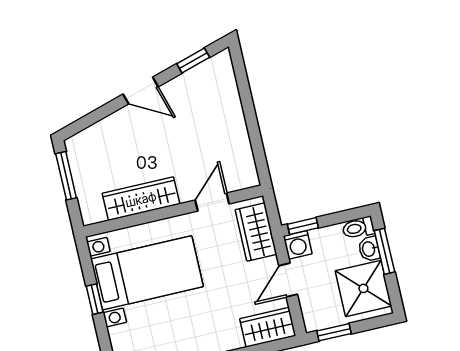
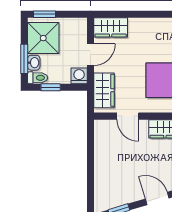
door: (212, 202) -> (128, 116), hinge flipped
window: (303, 226) -> (51, 87), moved
window: (334, 332) -> (44, 14), moved

